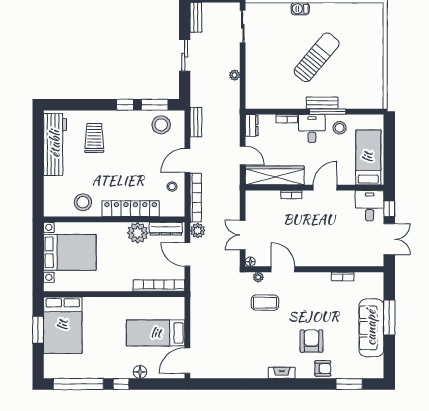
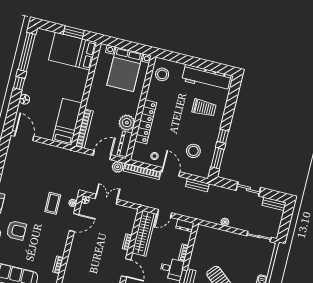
stool: (161, 125) -> (193, 151), moved
stool: (83, 202) -> (162, 74), moved
bed: (156, 333) -> (67, 122), moved

